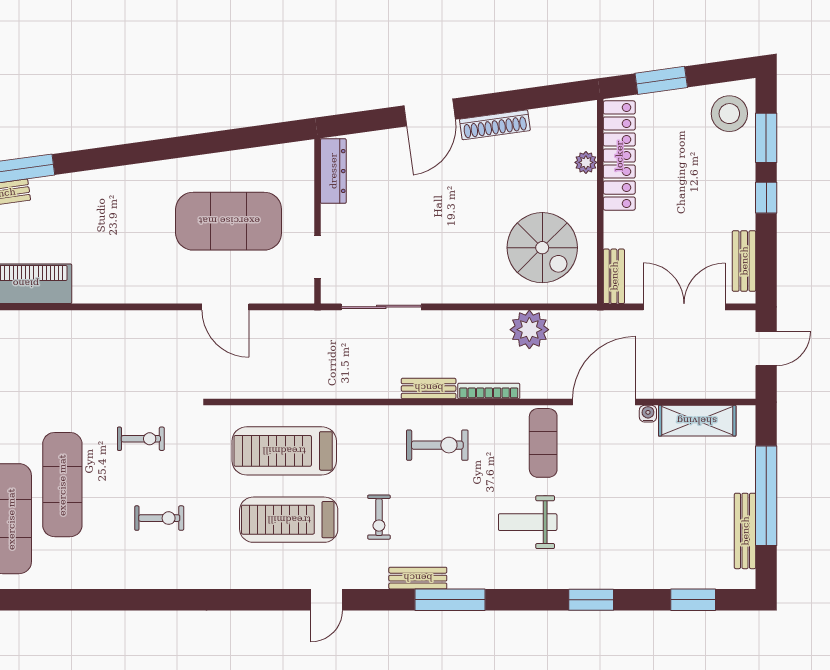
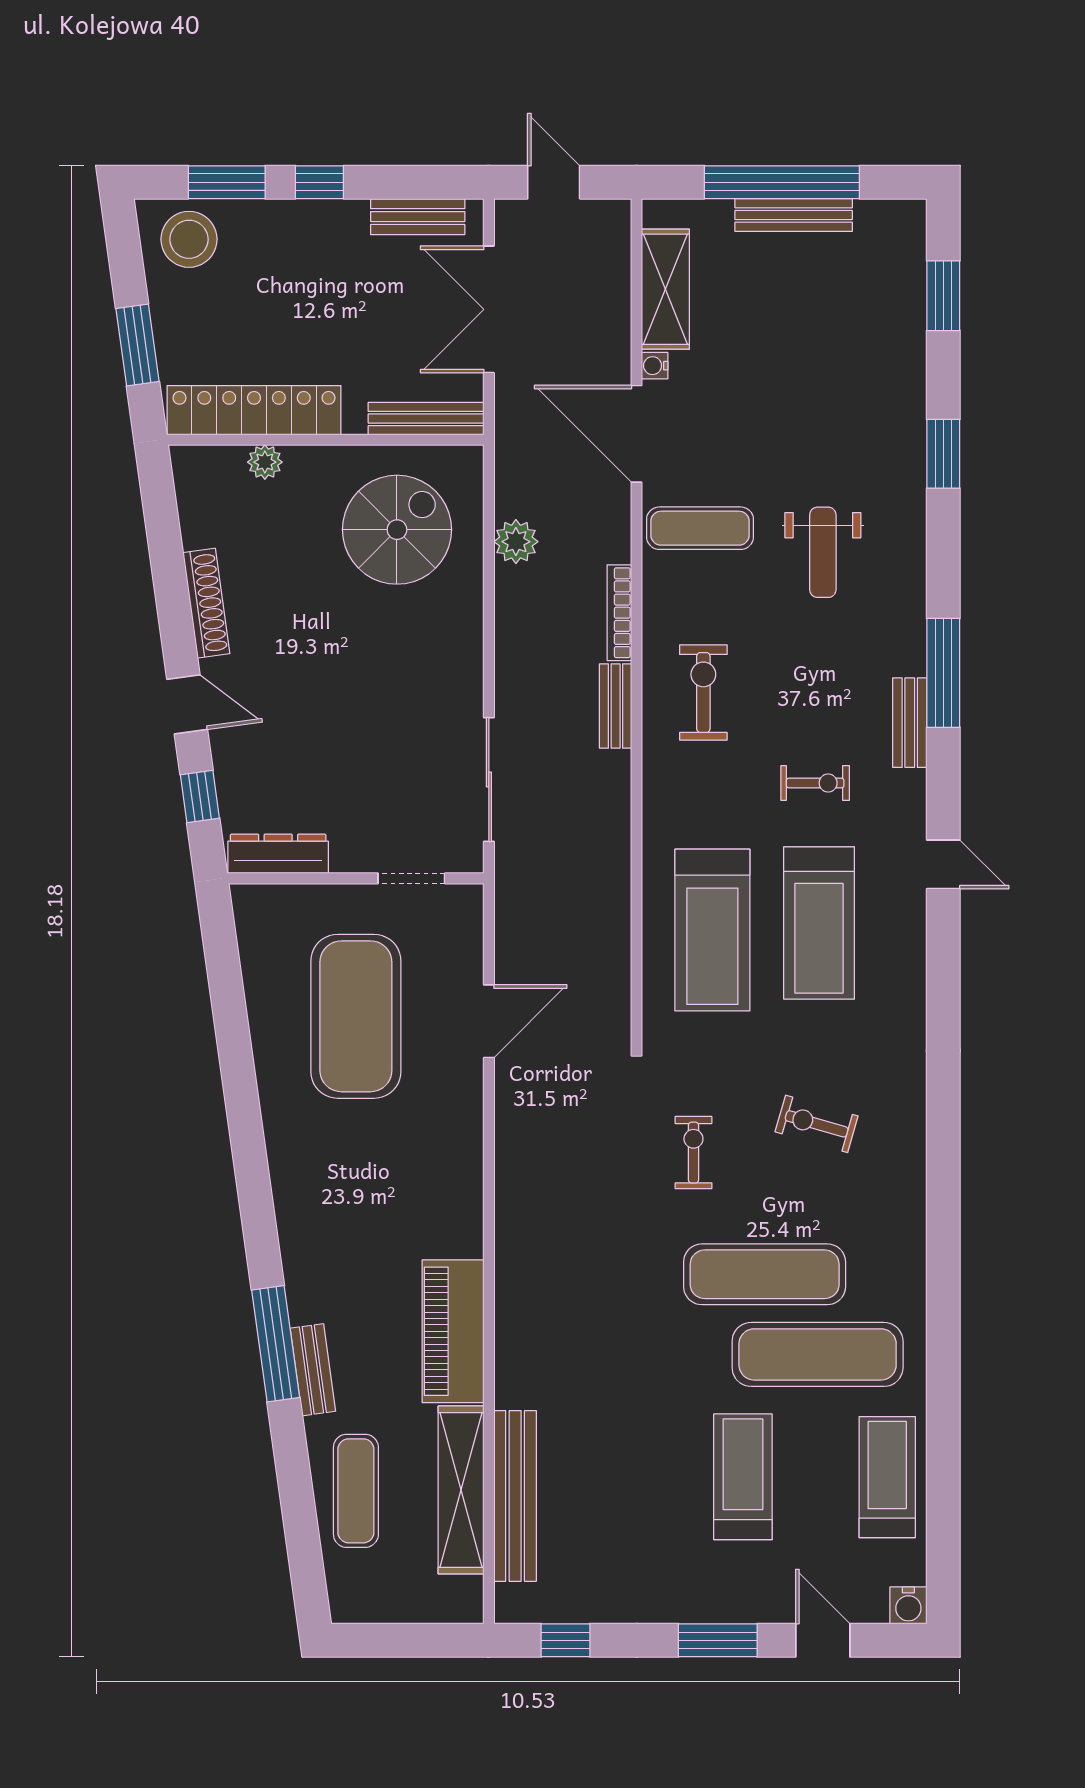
door: (430, 112) -> (187, 704), width x0.73
window: (370, 121) -> (200, 796), added
bench: (614, 276) -> (426, 419), width x1.36
plant: (529, 330) -> (516, 542), width x0.73, depth x0.73
exercise bike: (159, 518) -> (817, 1124), turned -74
bench: (745, 531) -> (794, 215), moved

